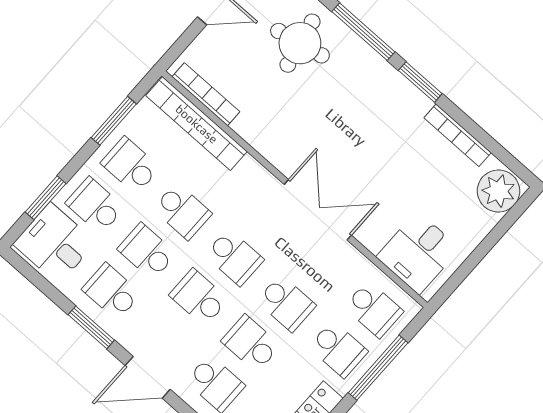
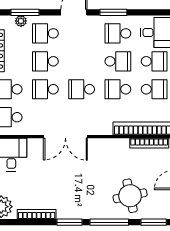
school desk: (111, 291) -> (118, 33), turned 180
school desk: (199, 297) -> (82, 61), removed
school desk: (251, 343) -> (45, 61), turned 180

